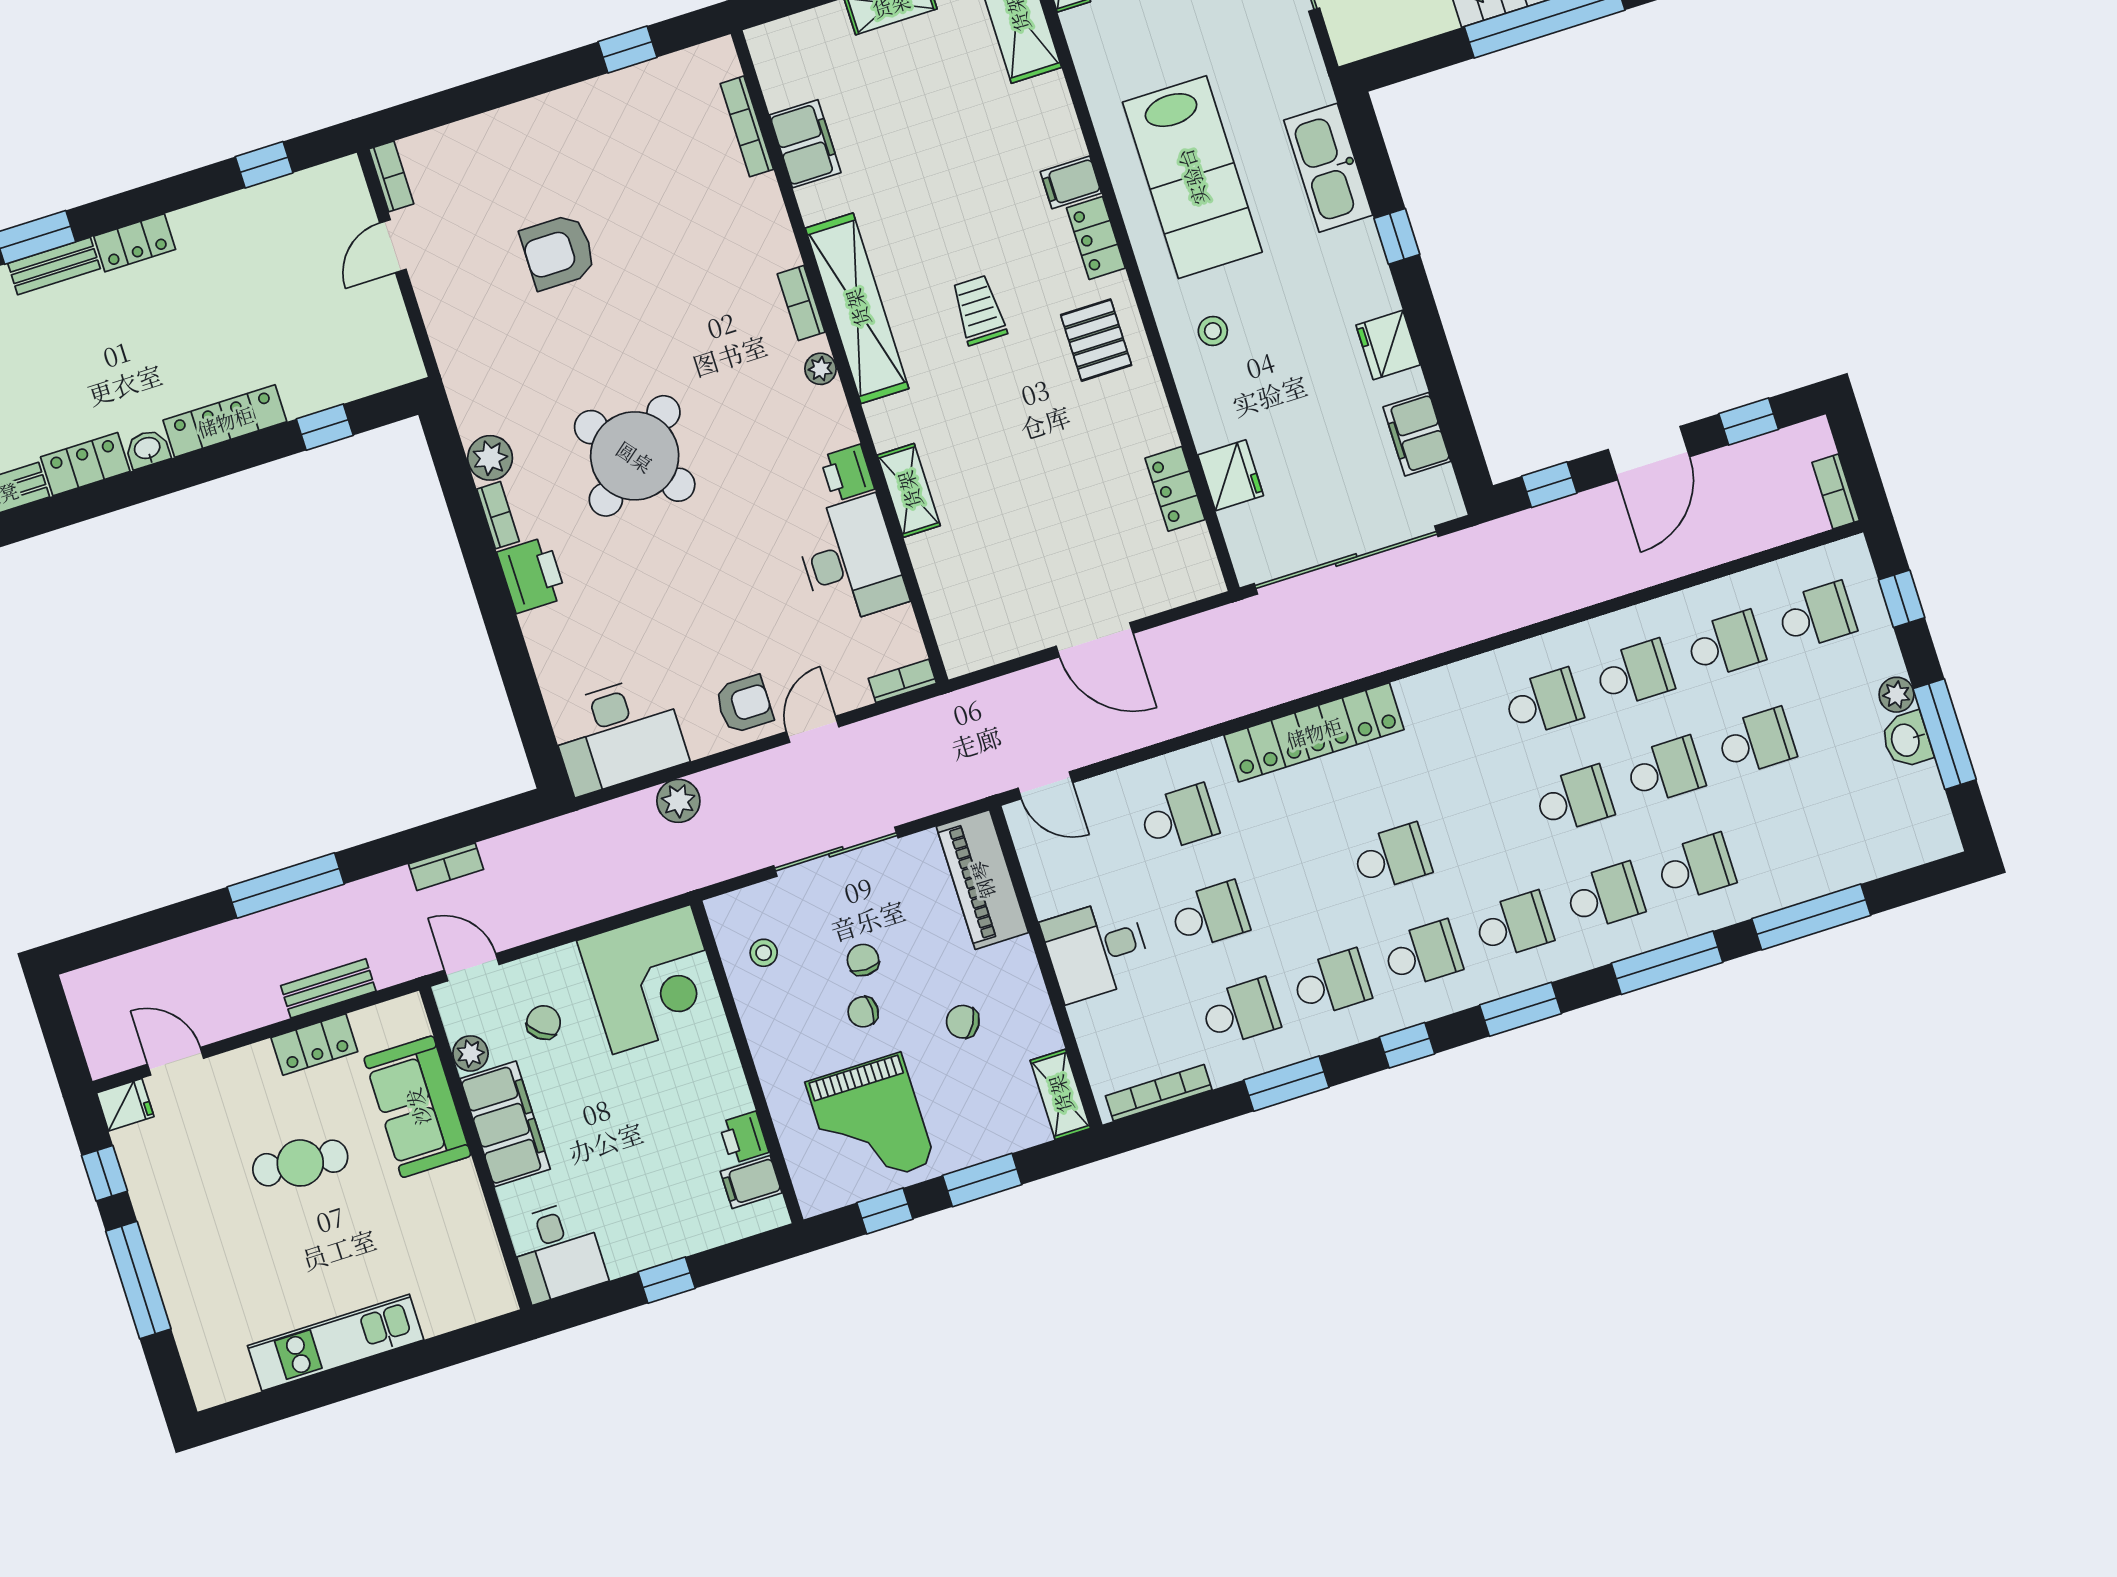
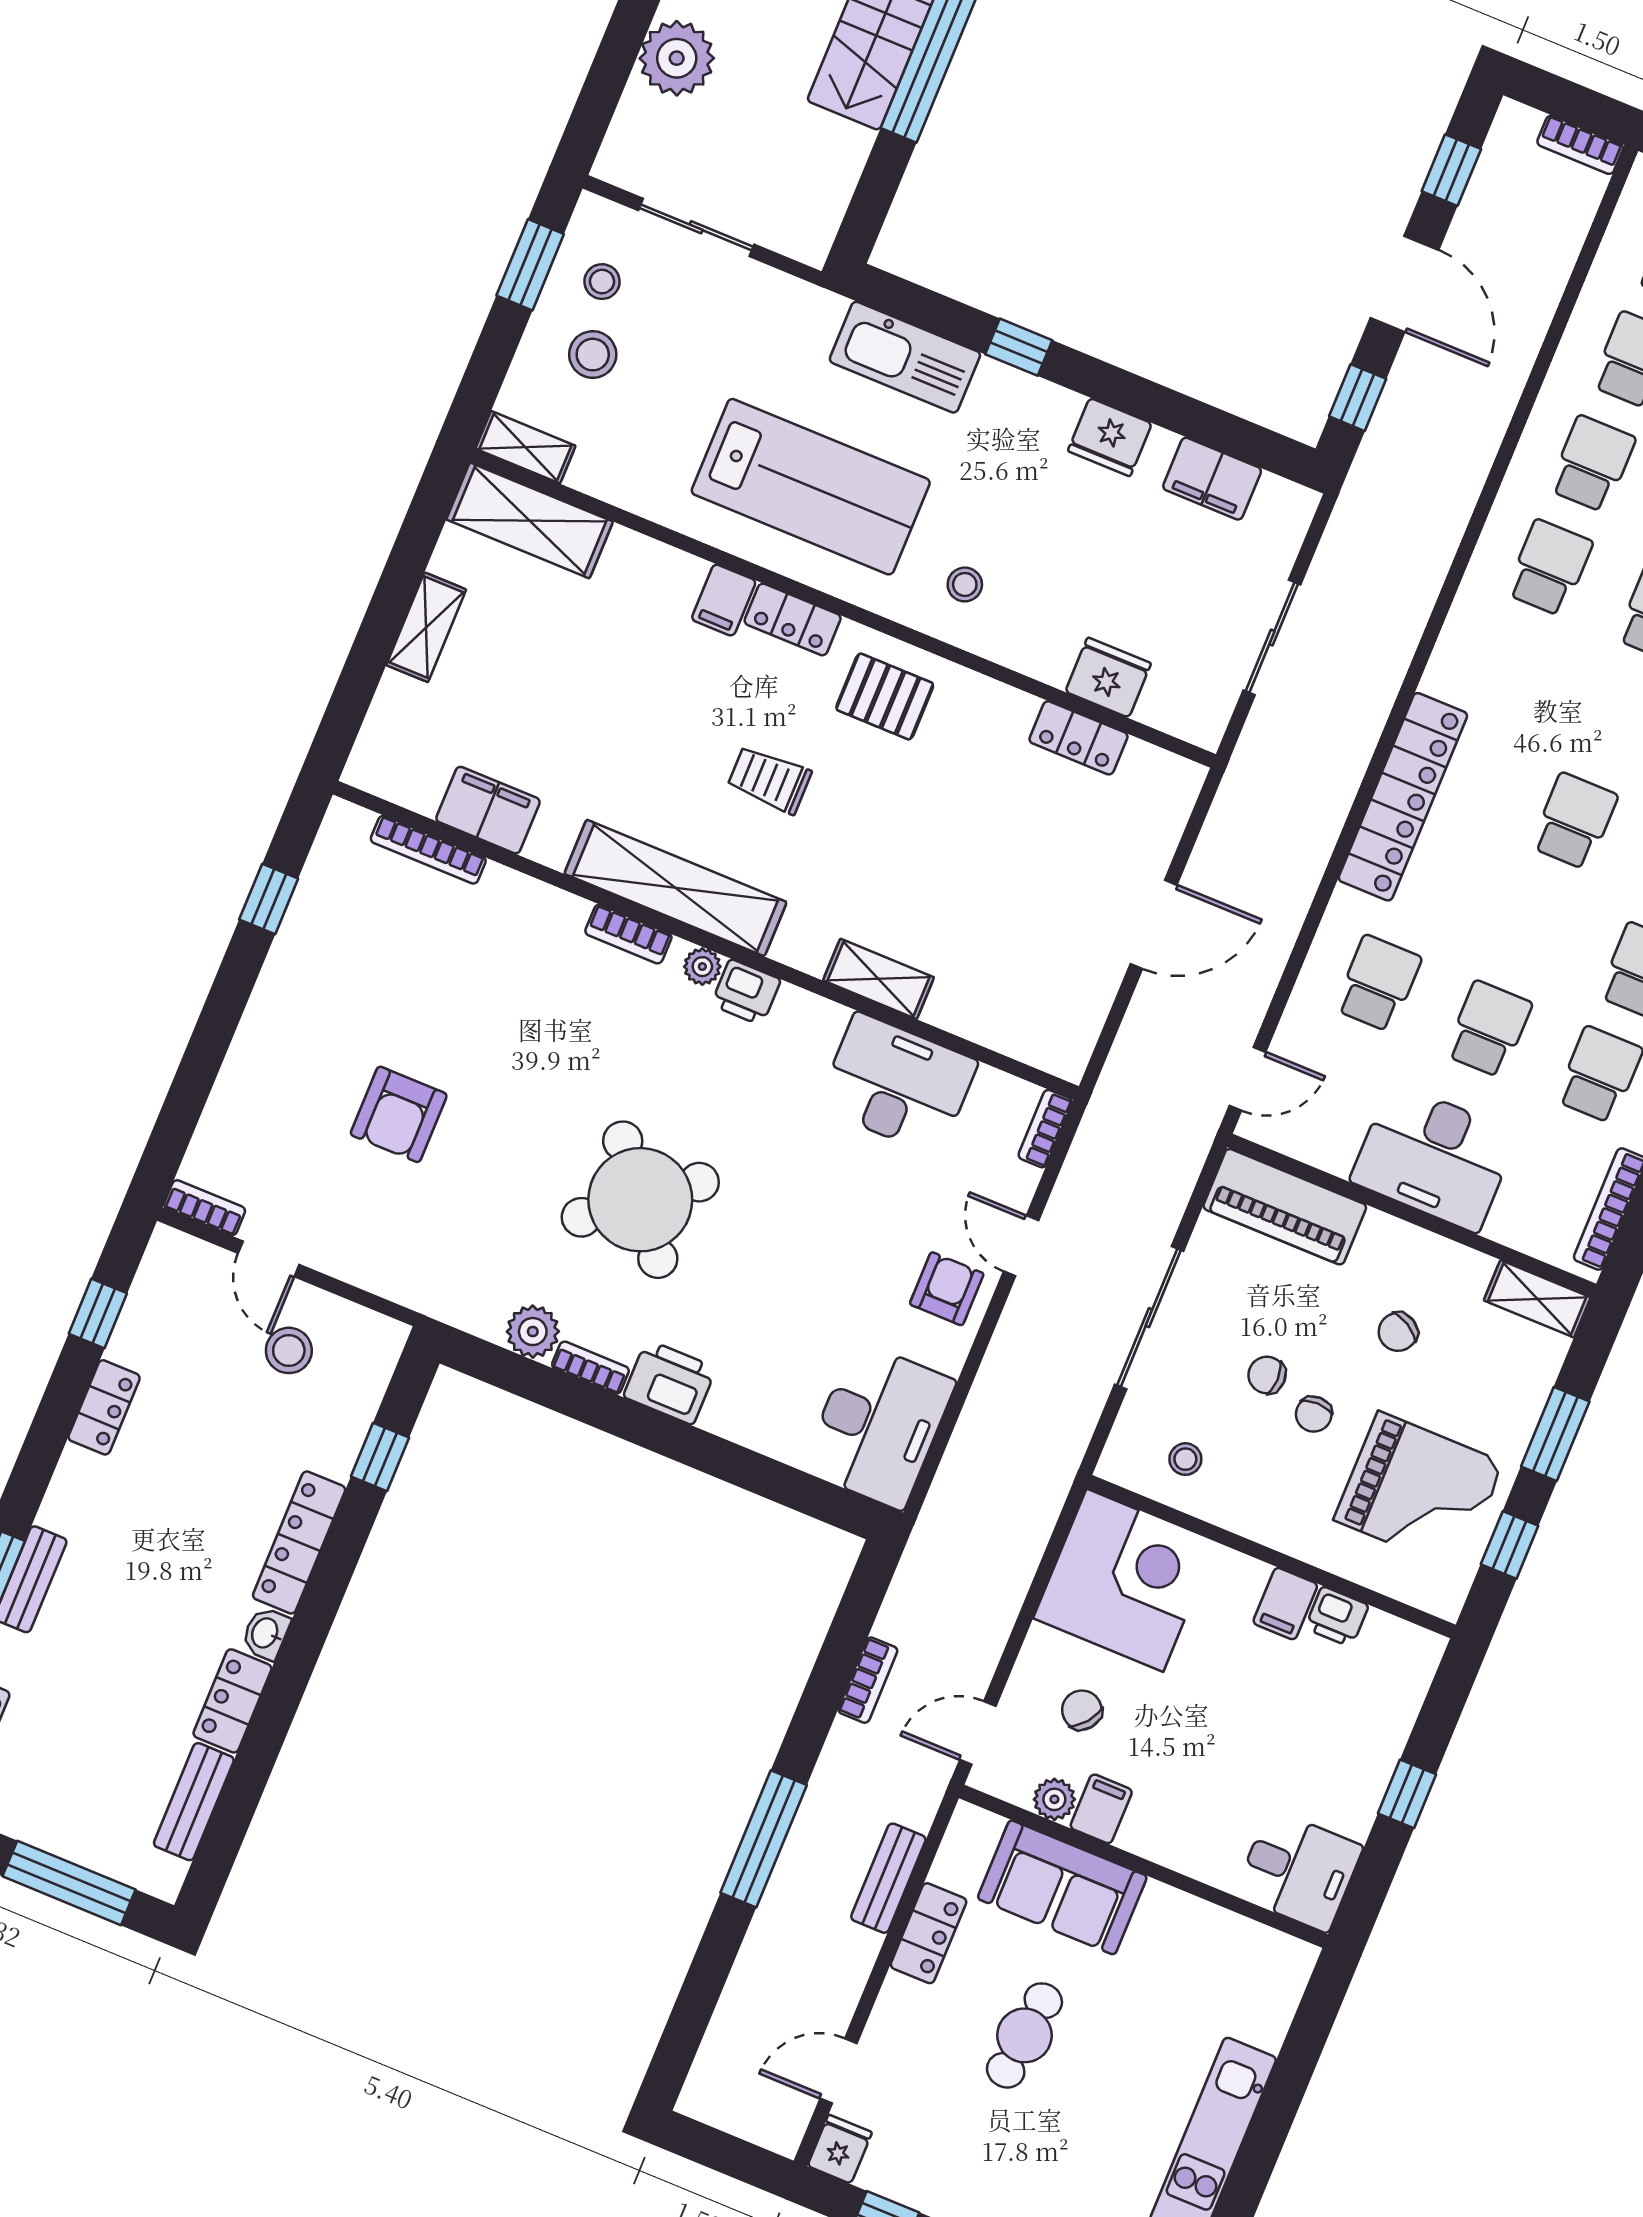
locker: (135, 243) -> (104, 1407), moved
stool: (344, 309) -> (289, 1350), added
printer: (847, 473) -> (746, 992), moved
sliding door: (1346, 560) -> (1272, 637), width x0.54
plant: (678, 801) -> (984, 1421), removed
desk: (1096, 950) -> (1434, 1157), width x1.37
filing cabinet: (505, 1124) -> (1101, 1809), width x0.33, depth x0.86
filing cabinet: (751, 1182) -> (1285, 1604), moved

